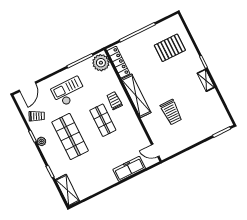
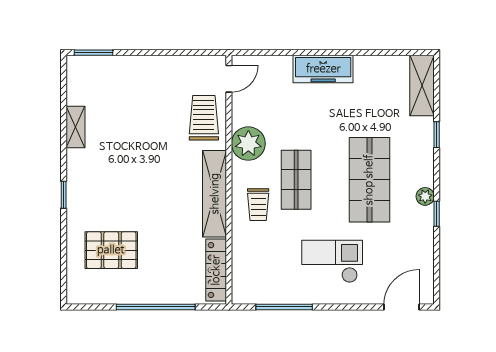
plant: (101, 63) -> (248, 144), moved
shelving: (206, 80) -> (75, 127), moved
checkout: (69, 92) -> (332, 261), turned 180
trolley: (171, 112) -> (204, 118), moved
trolley: (37, 116) -> (411, 246), removed
door: (155, 150) -> (229, 79), hinge flipped
freezer: (129, 169) -> (323, 69), moved

